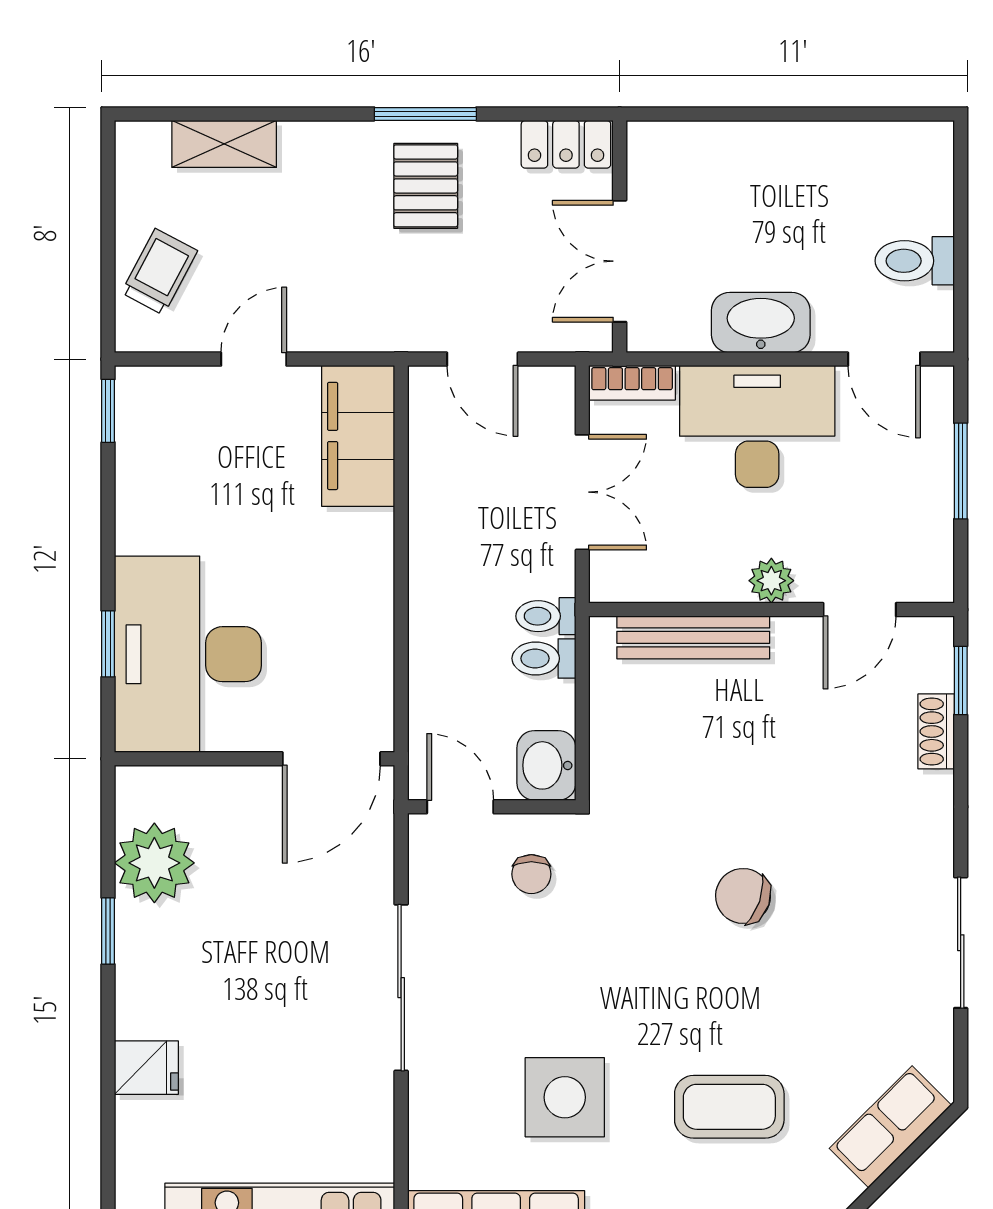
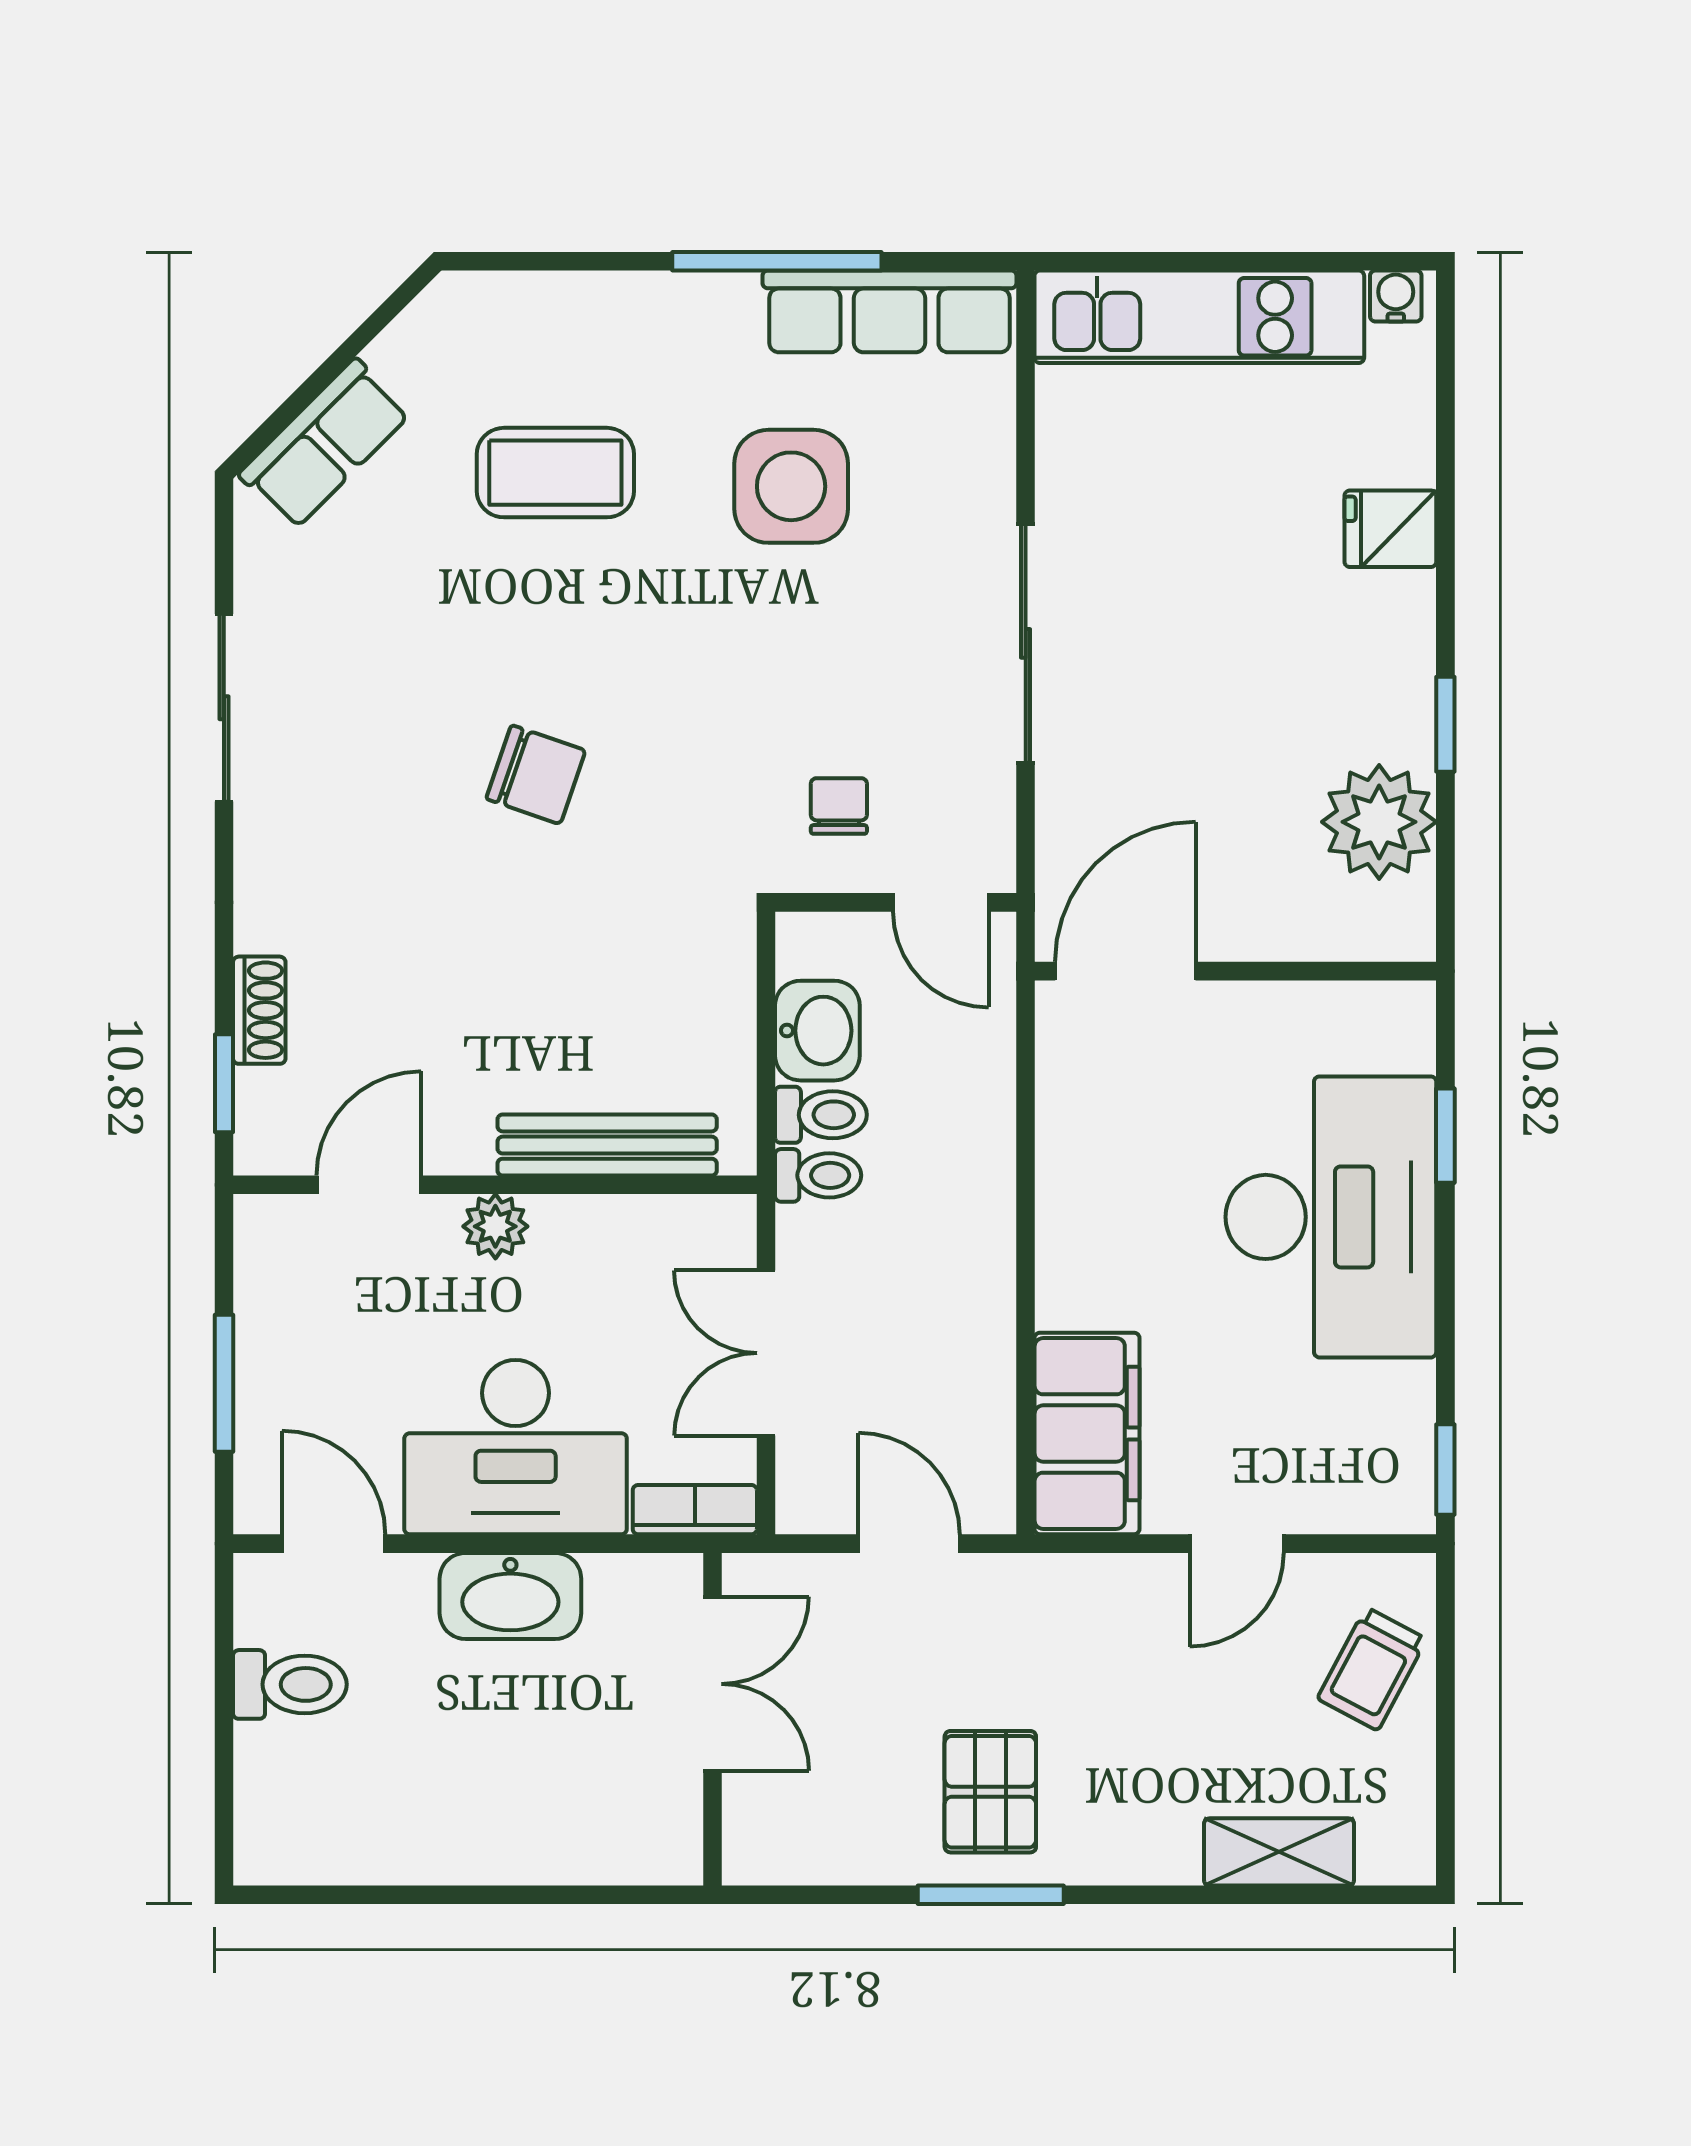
locker: (566, 144) -> (789, 1851), removed
desk: (188, 654) -> (1331, 1217), moved
washbasin: (546, 765) -> (817, 1031), moved

